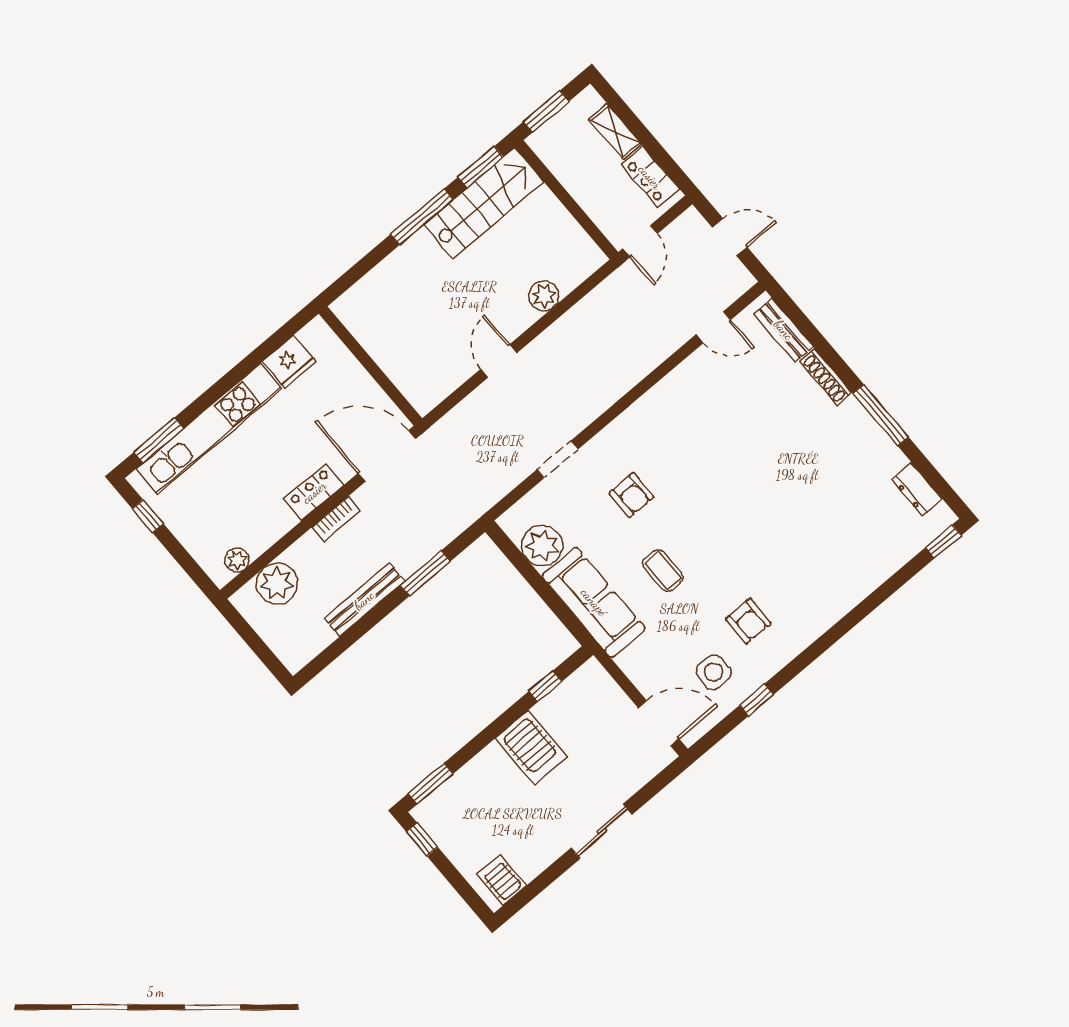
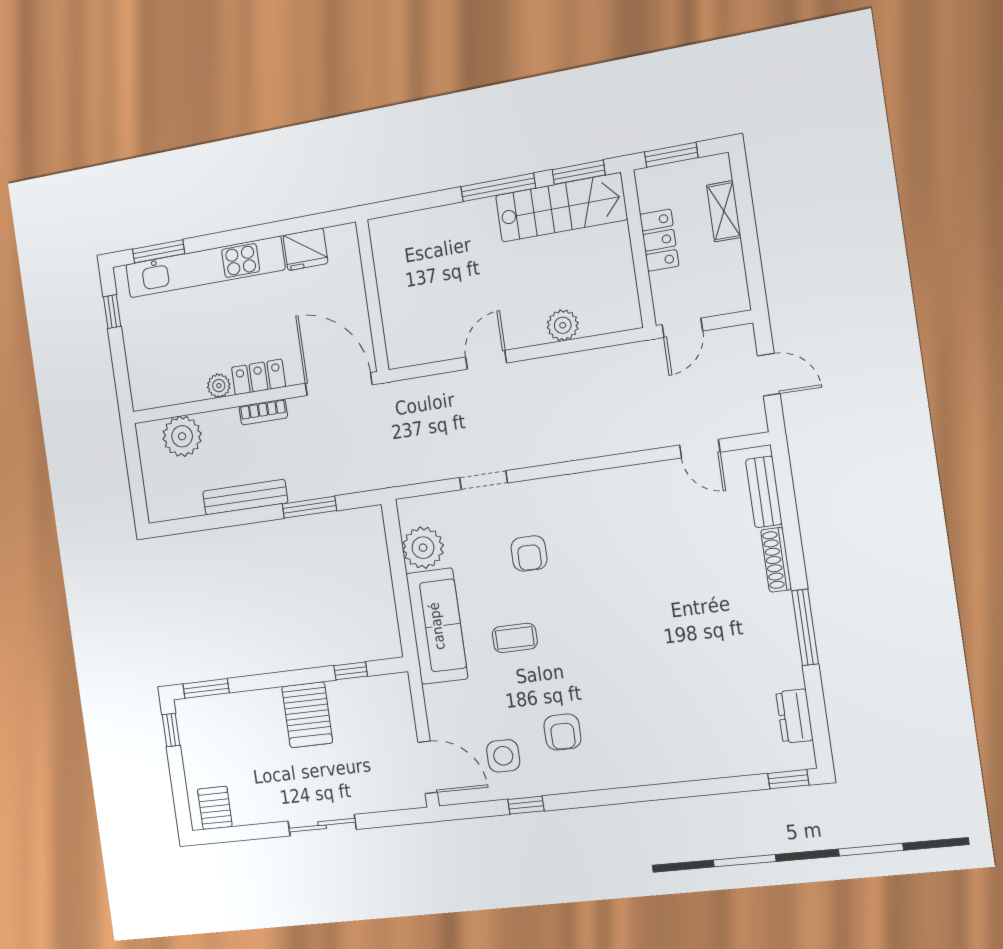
locker: (650, 177) -> (659, 240), moved, turned 180
plant: (237, 560) -> (219, 386), moved
coffee table: (663, 570) -> (515, 638), turned 90

